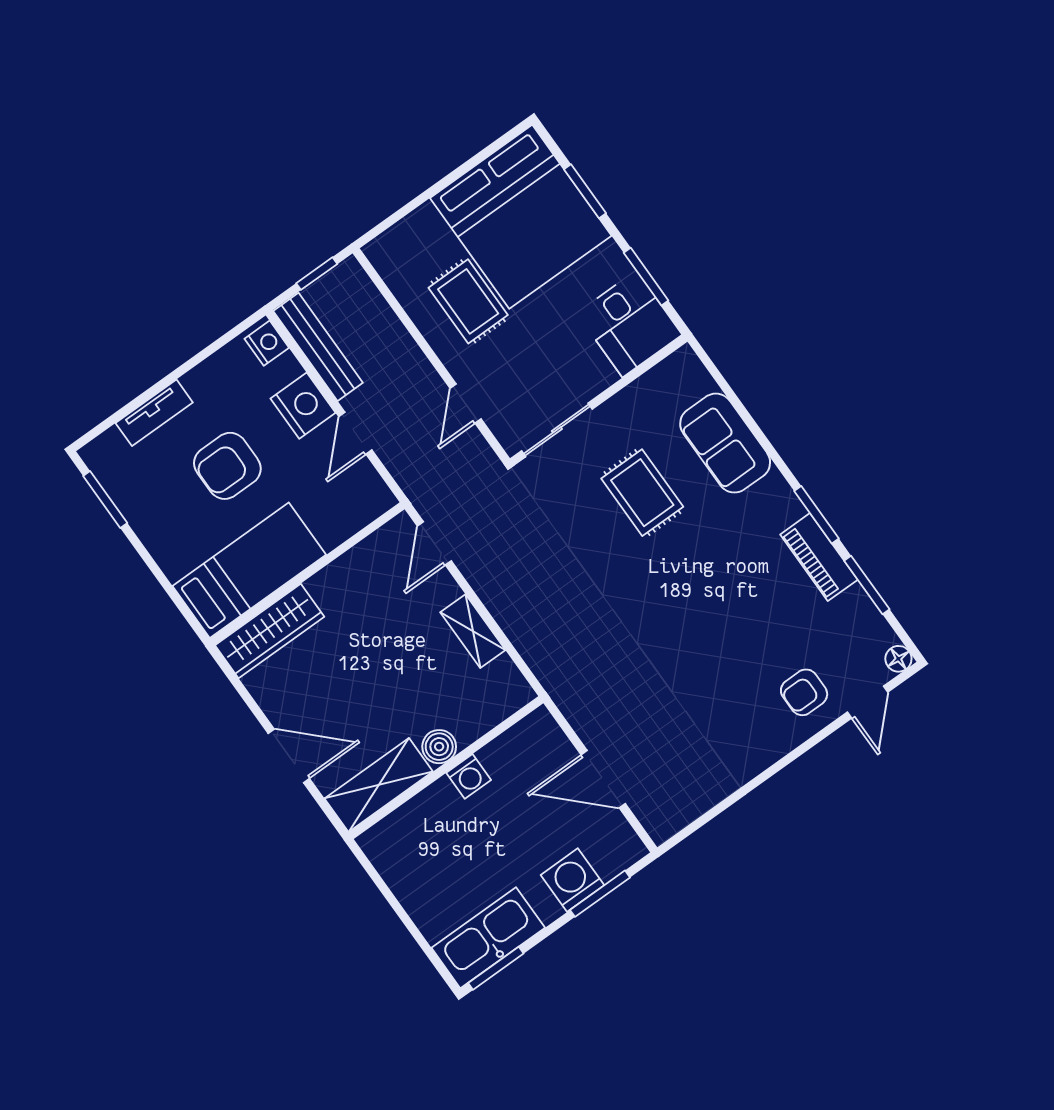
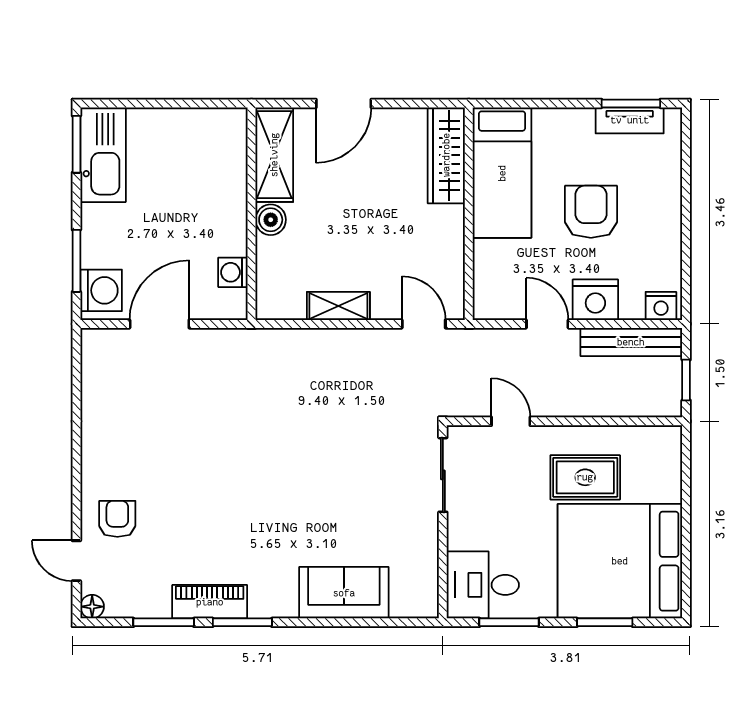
tv unit: (154, 413) -> (630, 120), moved, turned -90
rug: (642, 493) -> (351, 505), removed
washing machine: (469, 776) -> (233, 272), moved
washing machine: (572, 880) -> (101, 290), moved

